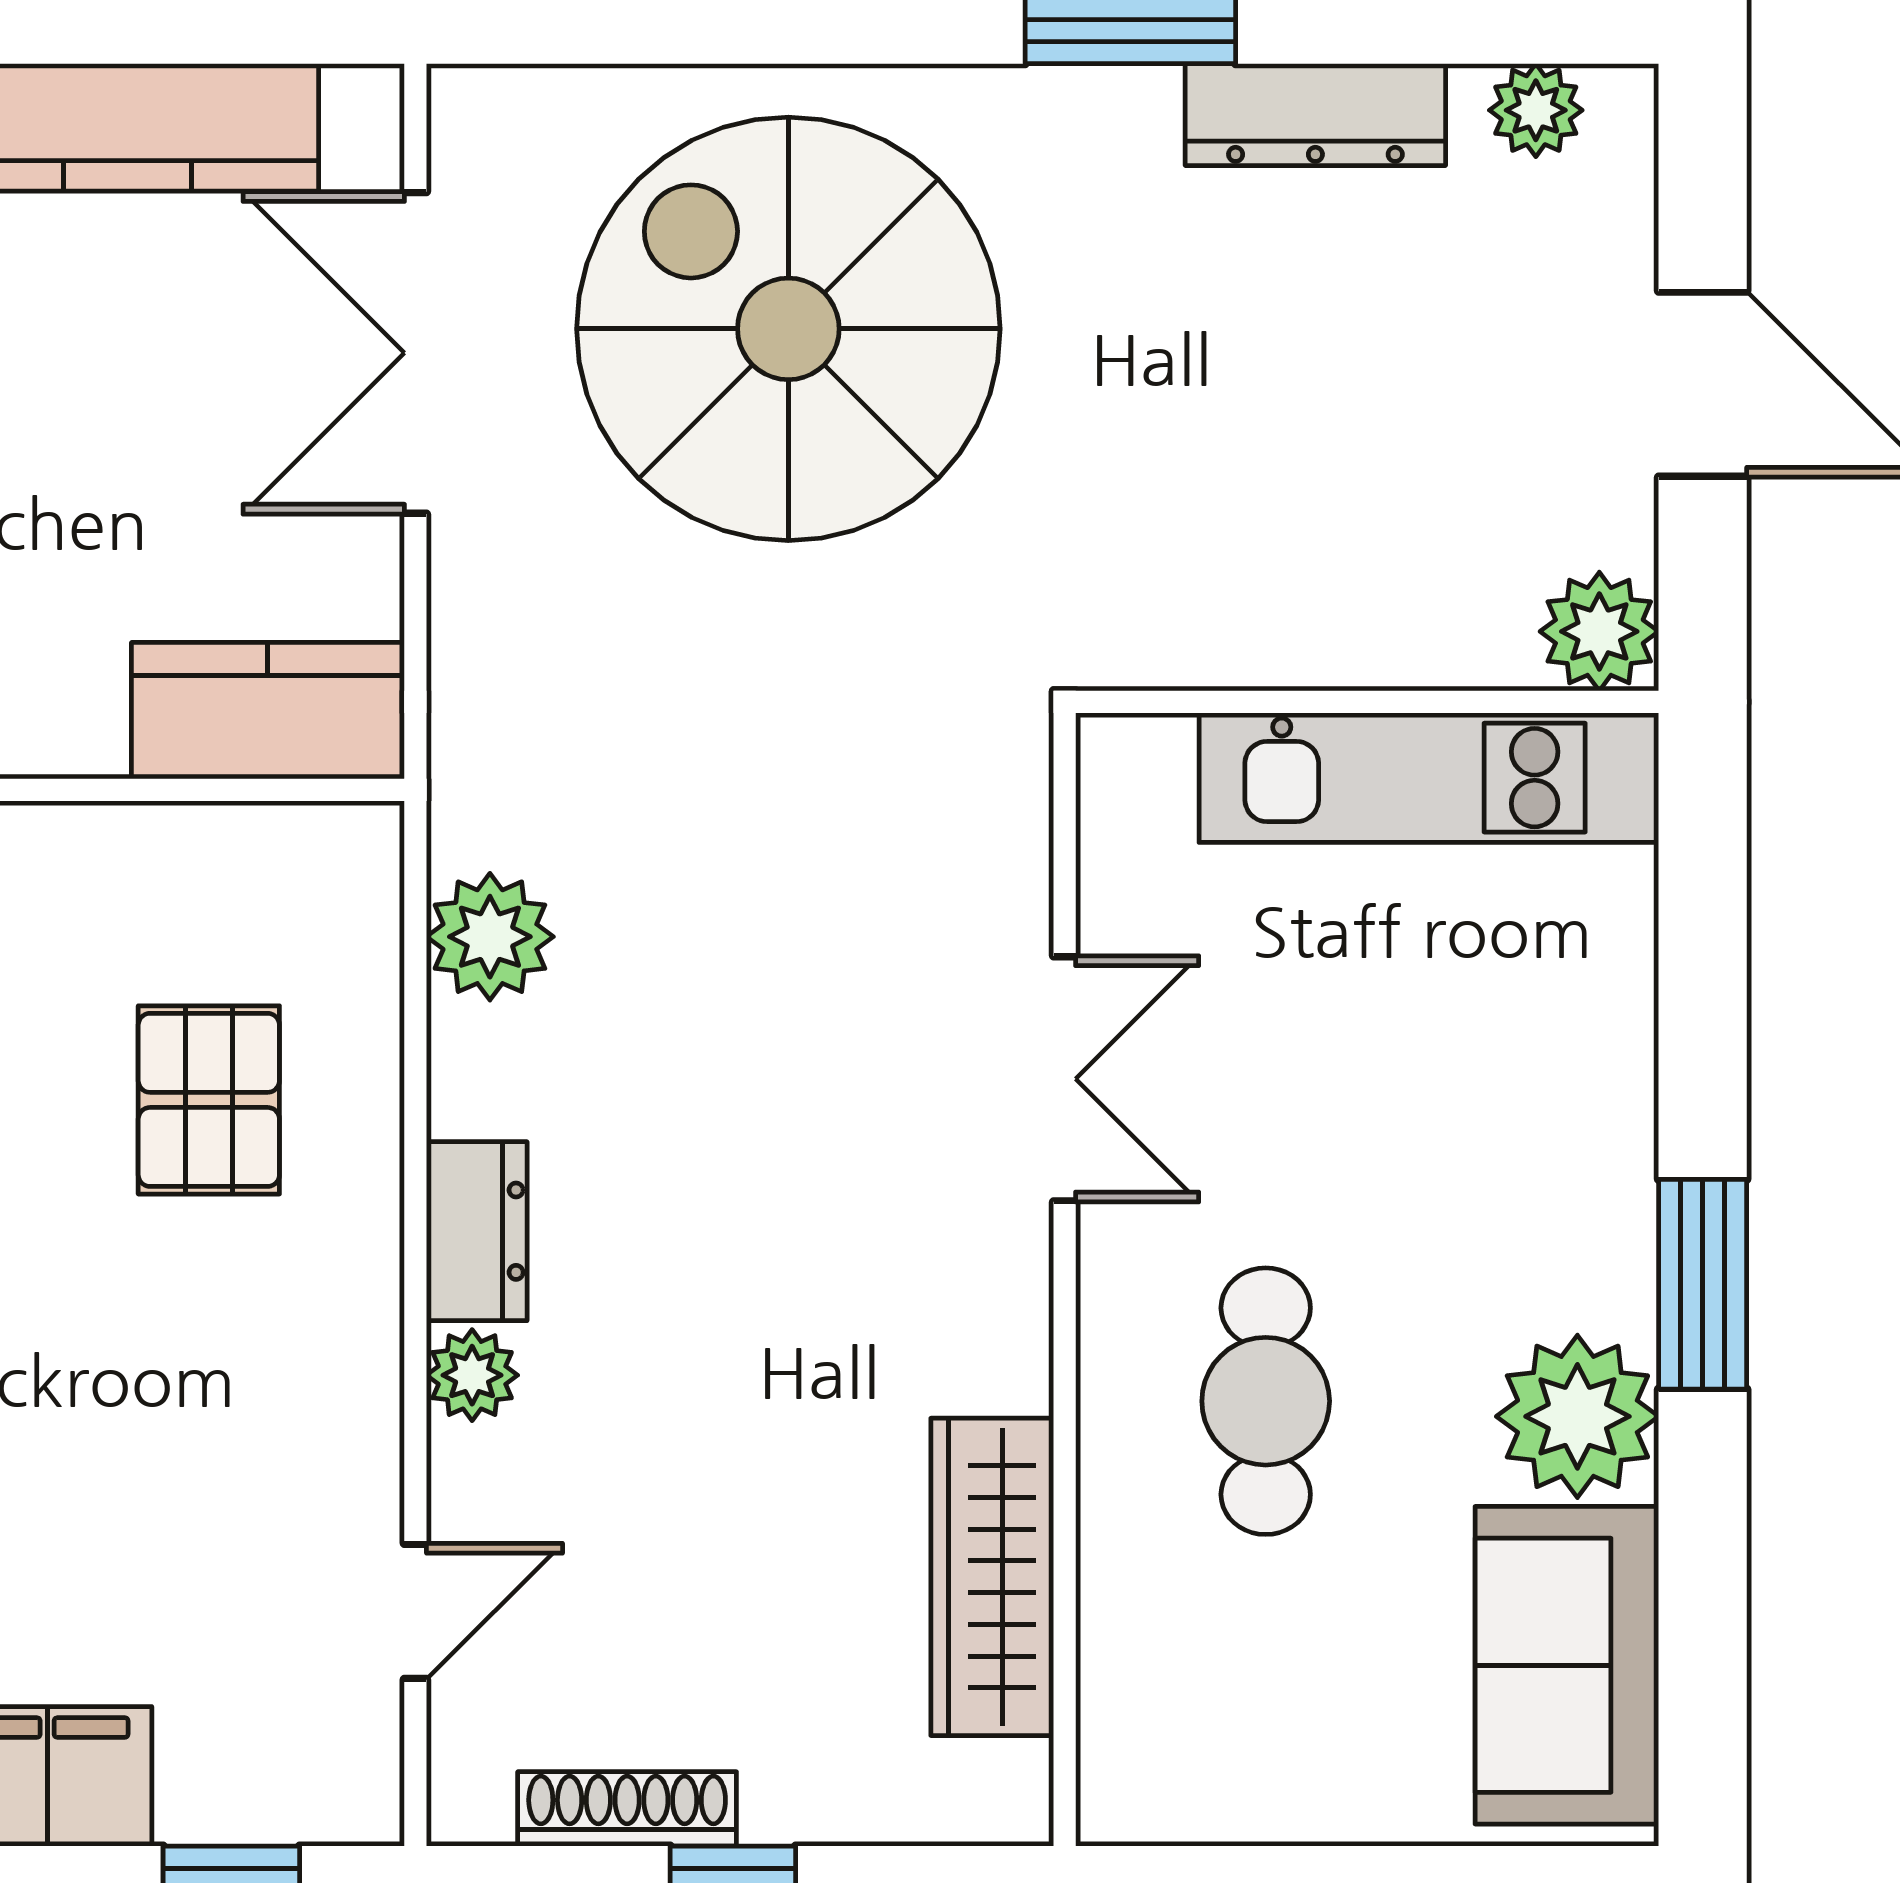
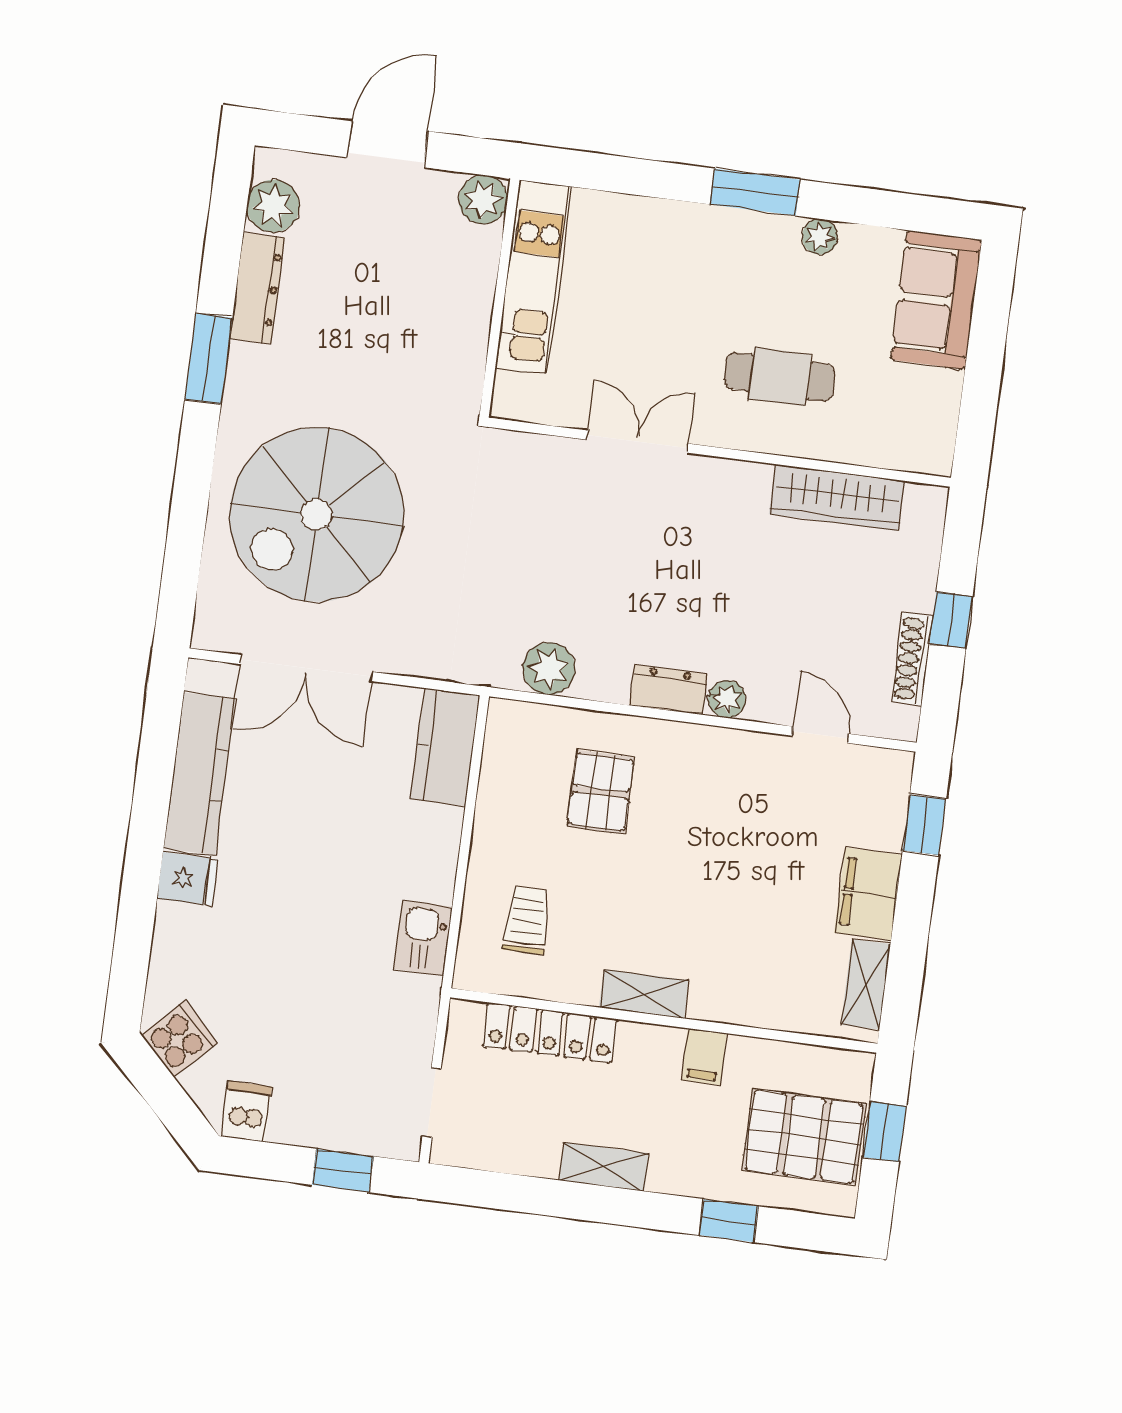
plant: (1536, 110) -> (273, 206), width x1.38, depth x1.38
pallet: (209, 1100) -> (601, 792), turned 90
plant: (1577, 1416) -> (820, 237), width x0.53, depth x0.53
sofa: (1567, 1665) -> (936, 300), moved, turned 90

